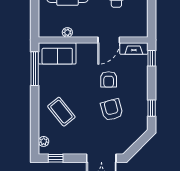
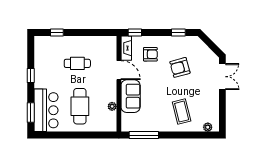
sofa: (57, 53) -> (131, 96), moved
armchair: (109, 79) -> (150, 54), moved
coffee table: (61, 112) -> (182, 112), turned -65
window: (56, 158) -> (222, 117), removed

